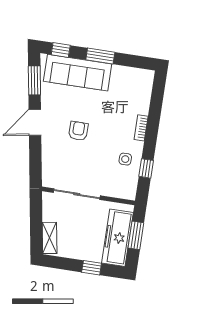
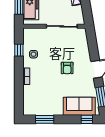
window: (100, 56) -> (45, 119), moved
sofa: (78, 73) -> (79, 106), width x0.73

